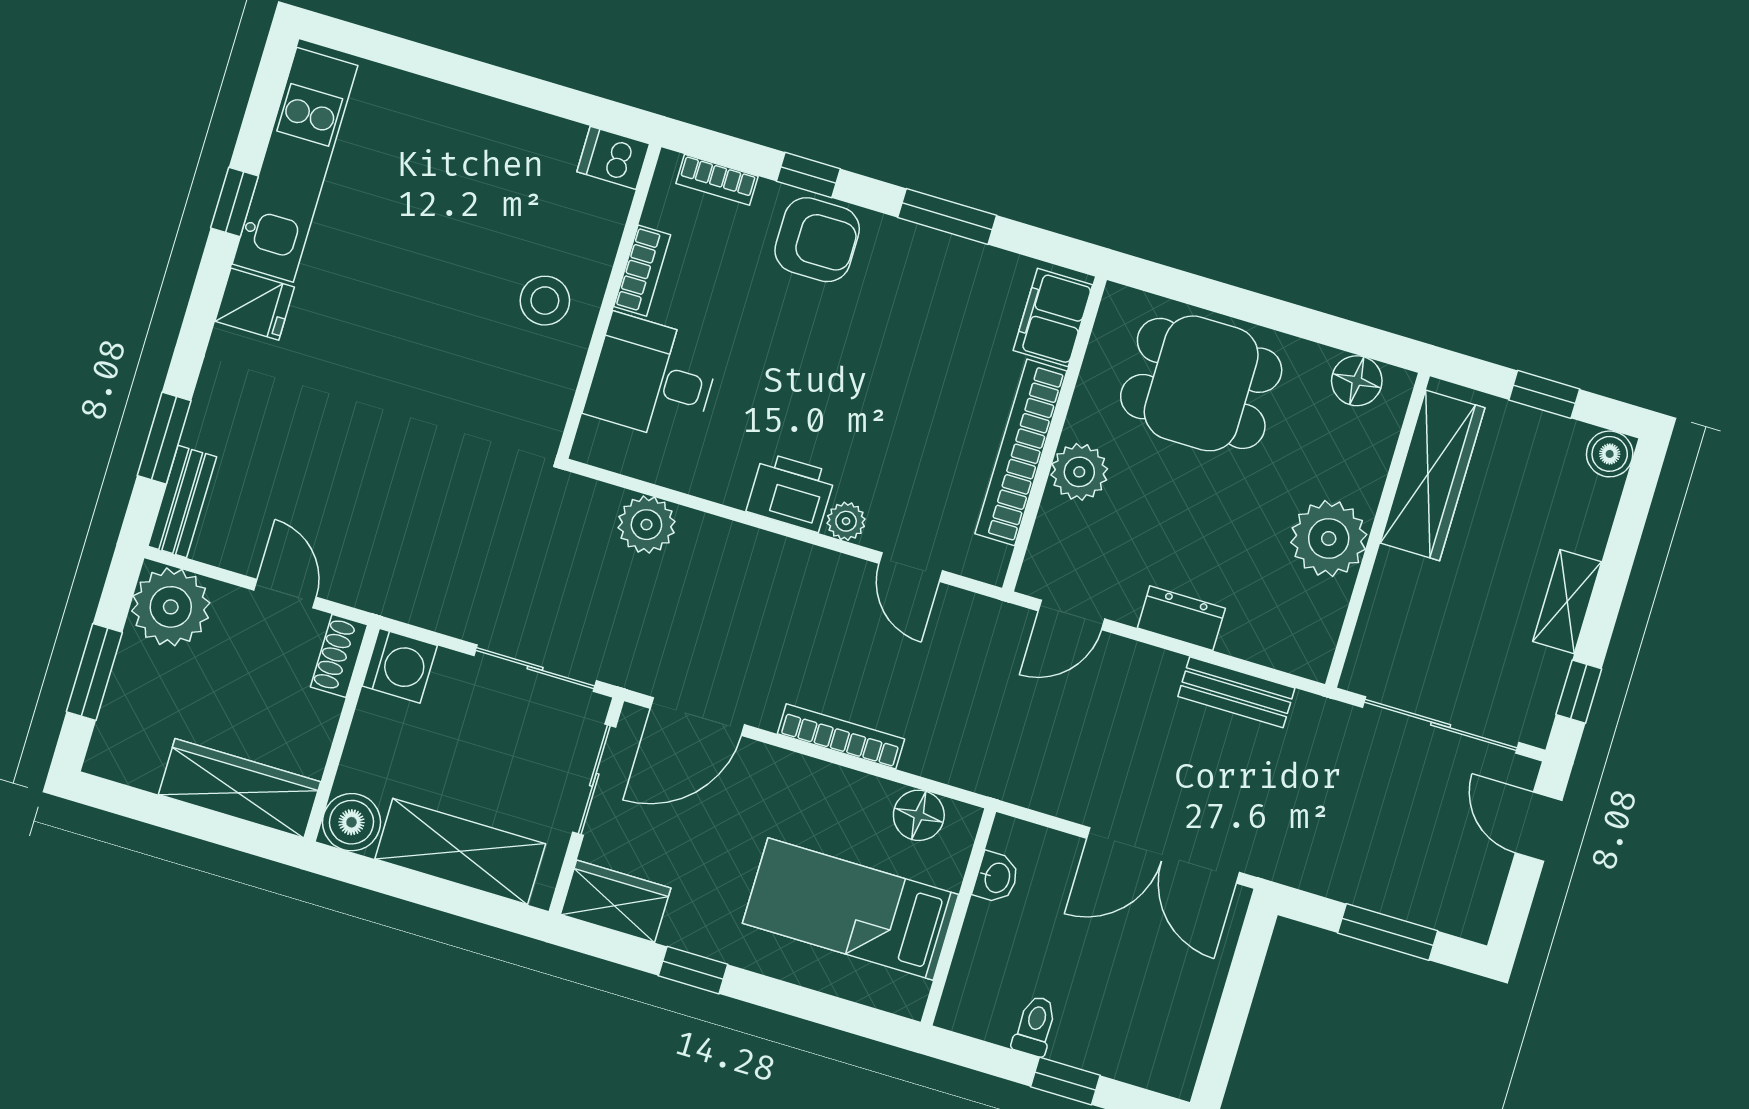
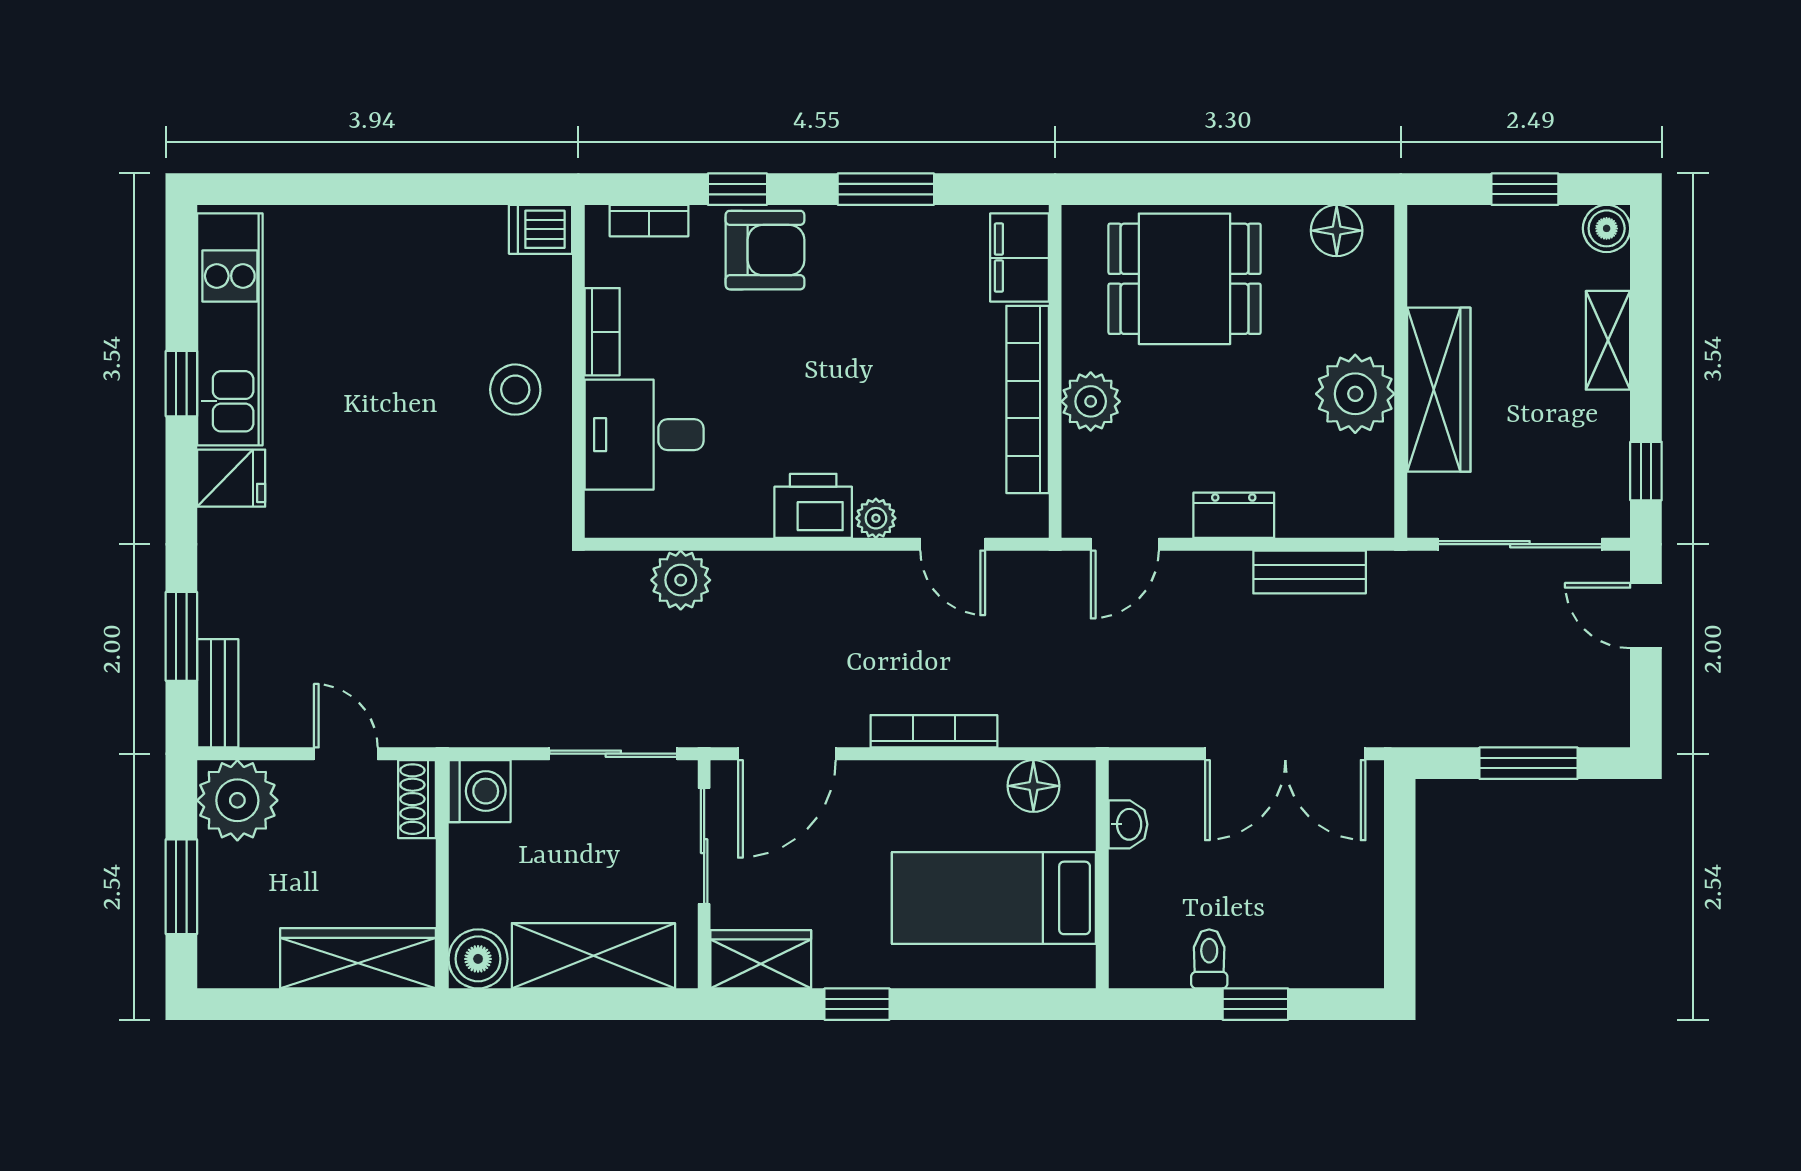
wardrobe: (1433, 475) -> (1439, 390), moved
shelving: (1567, 602) -> (1608, 340), moved

